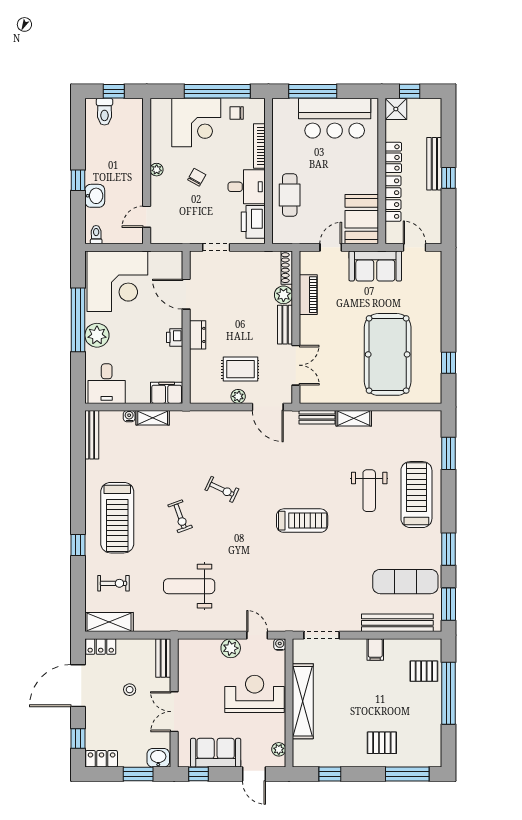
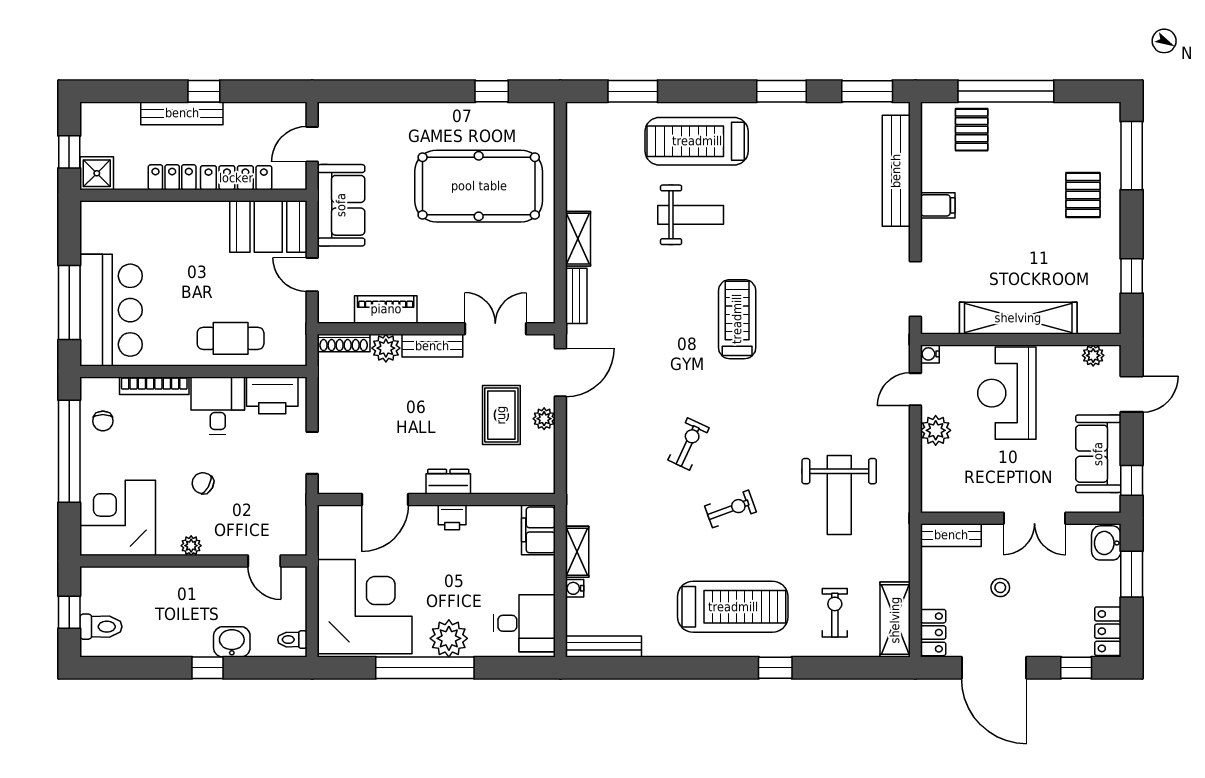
bar counter: (335, 118) -> (111, 310), moved
corner desk: (196, 122) -> (118, 518), moved, turned -90
exercise mat: (405, 582) -> (832, 158), removed

